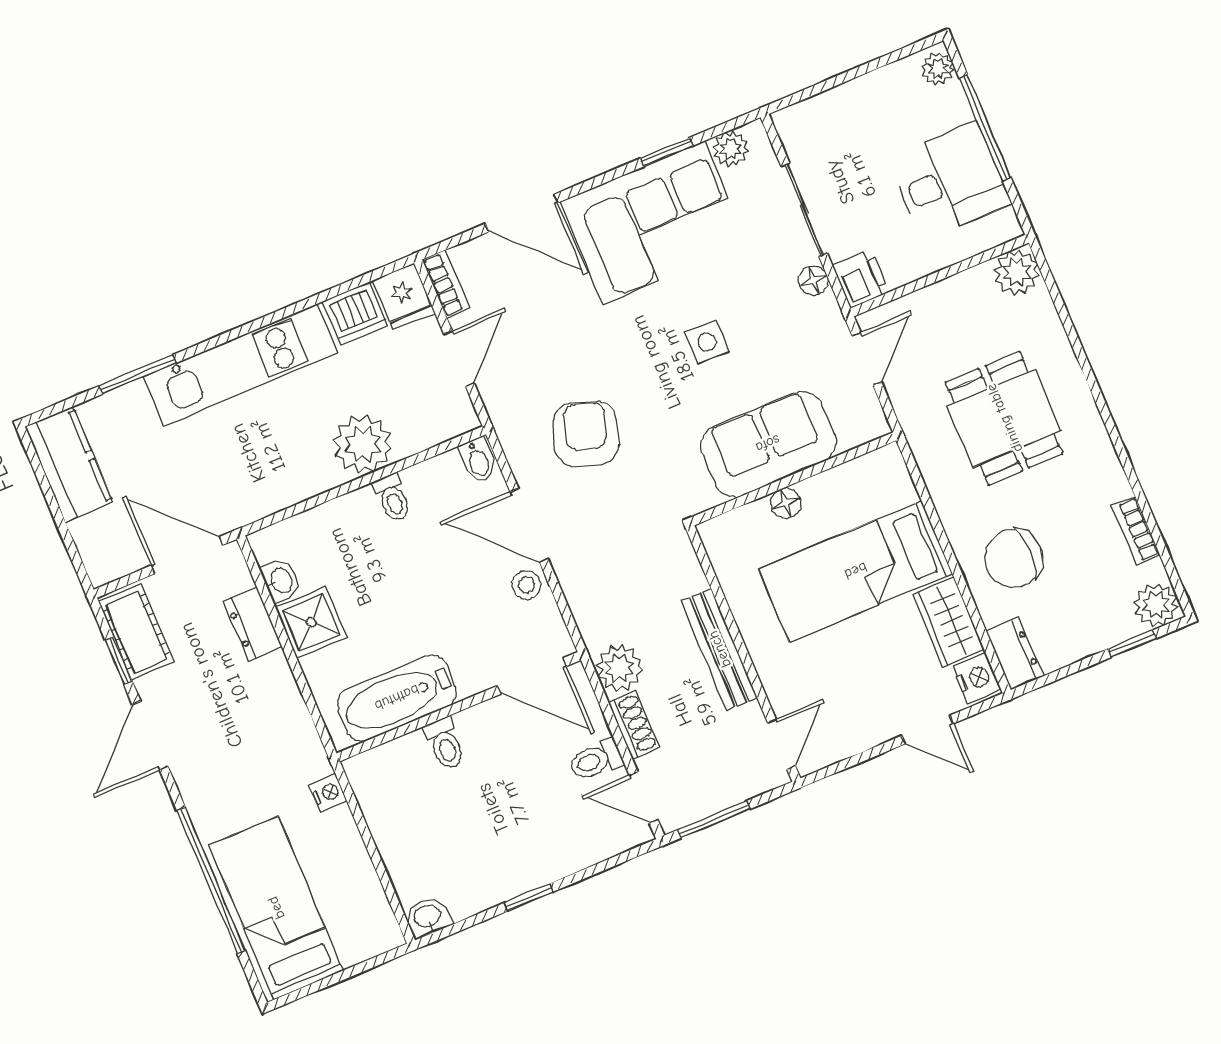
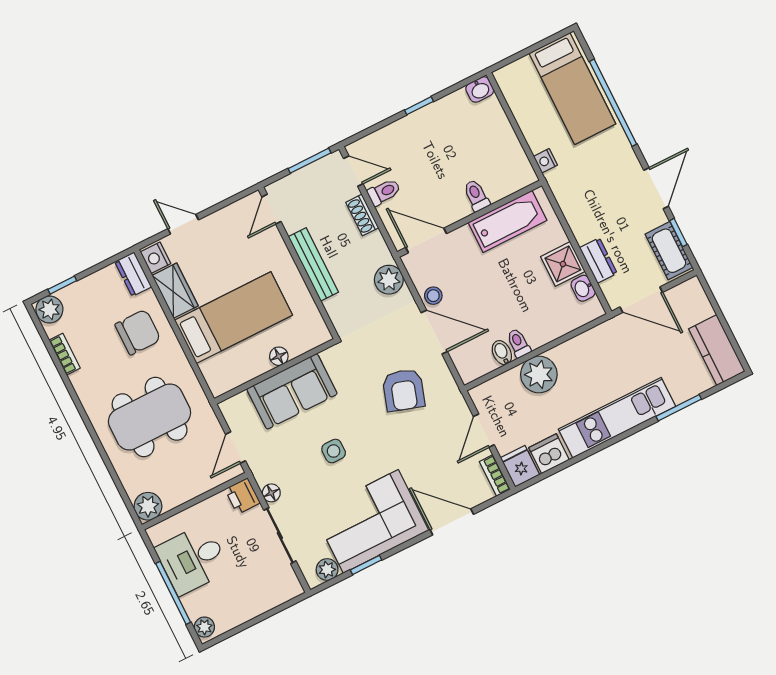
dining table: (1004, 418) -> (150, 417), width x1.38
bidet: (478, 460) -> (502, 353), moved
plant: (619, 668) -> (389, 280), moved

